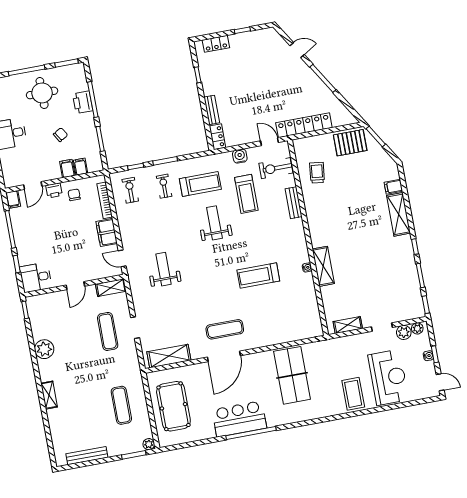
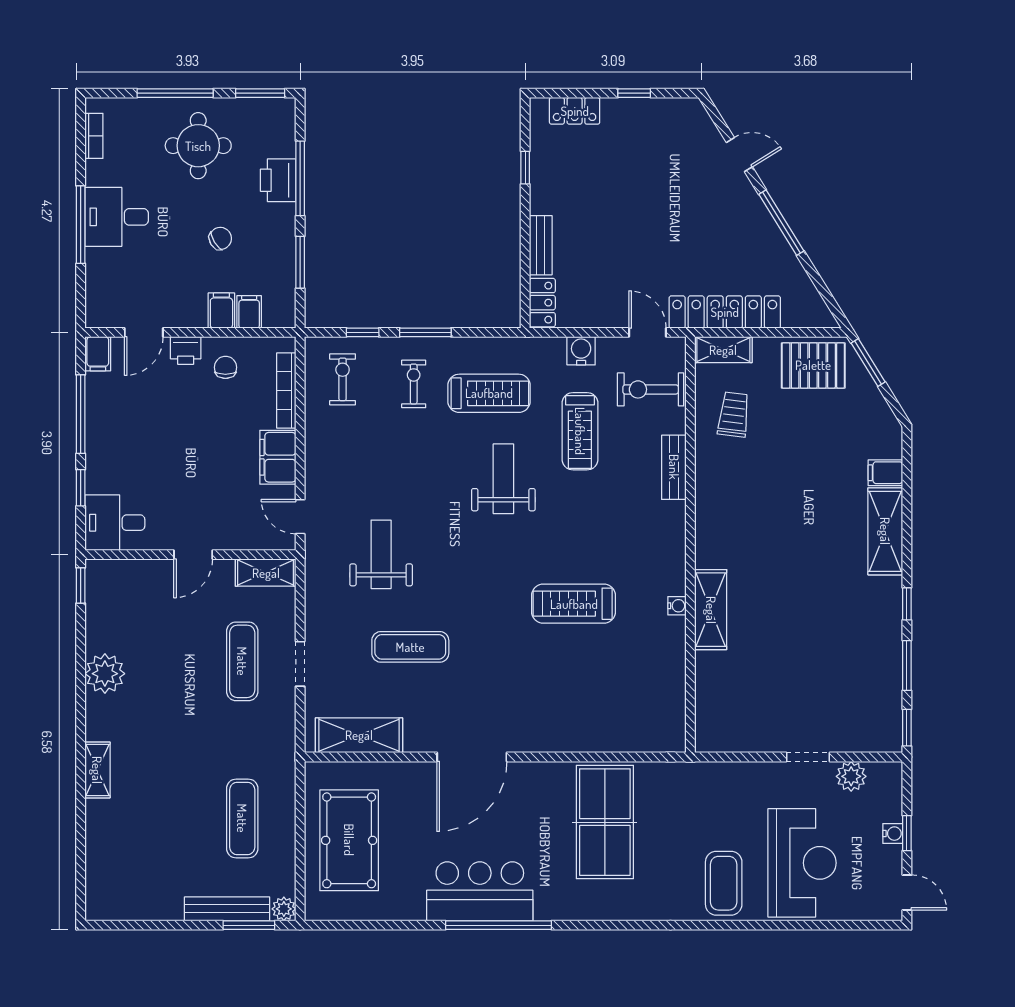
shelving: (348, 325) -> (723, 350), moved
plant: (417, 328) -> (880, 773), removed
exercise mat: (225, 329) -> (410, 647), moved
bench: (87, 456) -> (227, 909), moved

